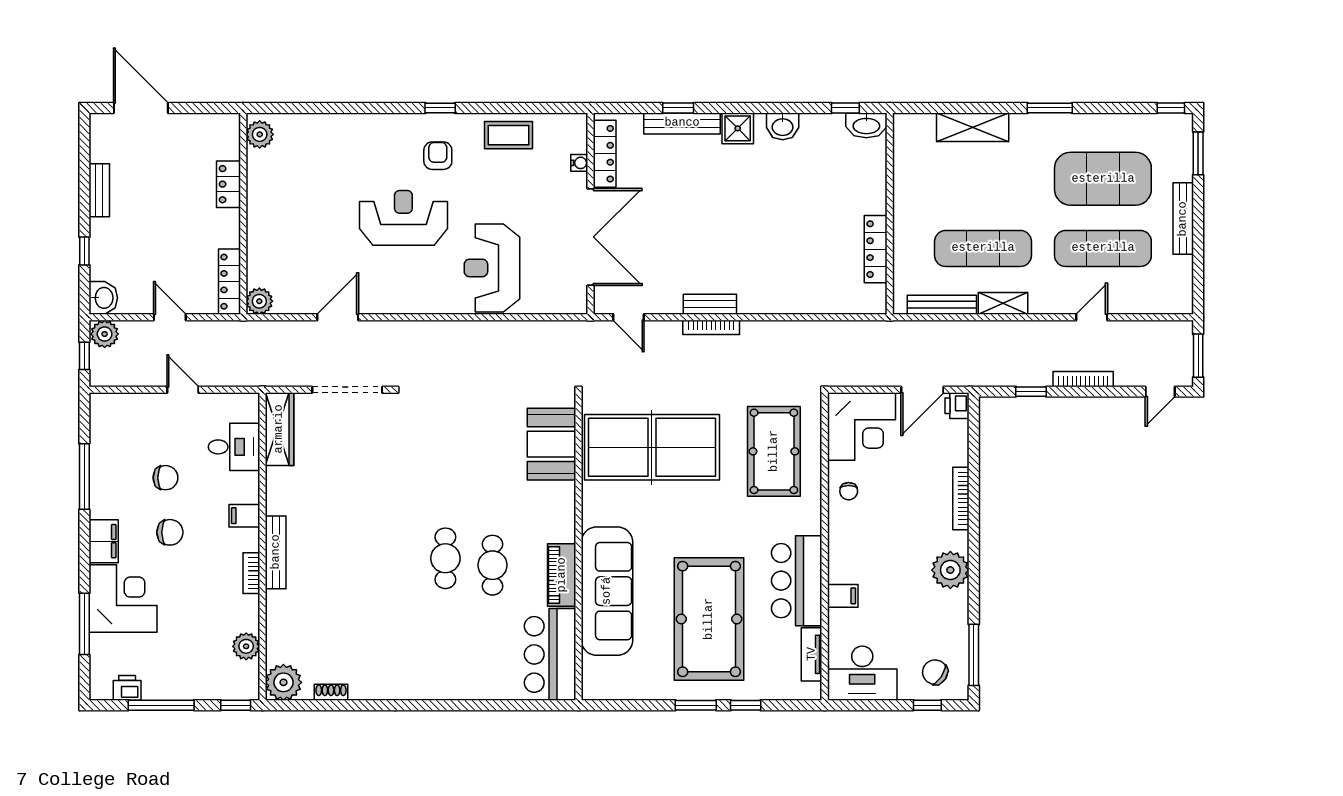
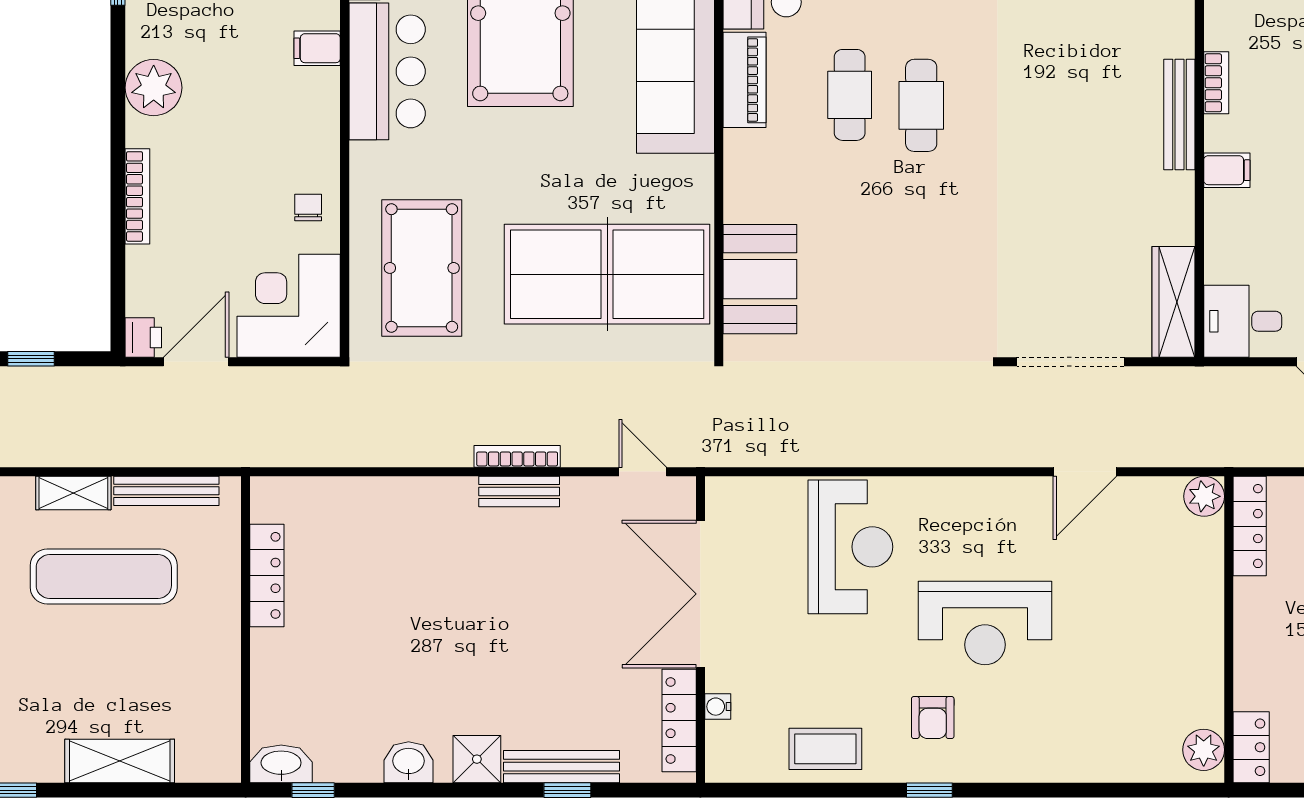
locker: (228, 184) -> (1251, 747), moved
desk: (234, 447) -> (1243, 321), moved

